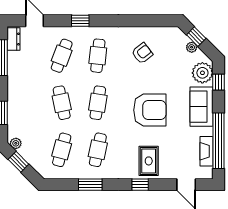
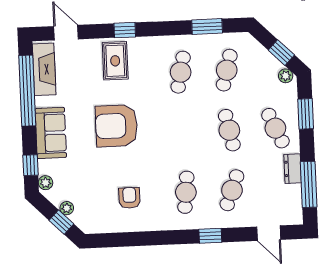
dresser: (14, 39) -> (293, 169), moved
armchair: (142, 53) -> (129, 198), turned 128
plant: (202, 73) -> (46, 183), width x0.53, depth x0.53
cafe table: (98, 103) -> (275, 128), moved, turned -33
fireplace: (207, 151) -> (44, 69), width x1.37, depth x1.32
window: (90, 185) -> (207, 27), moved

